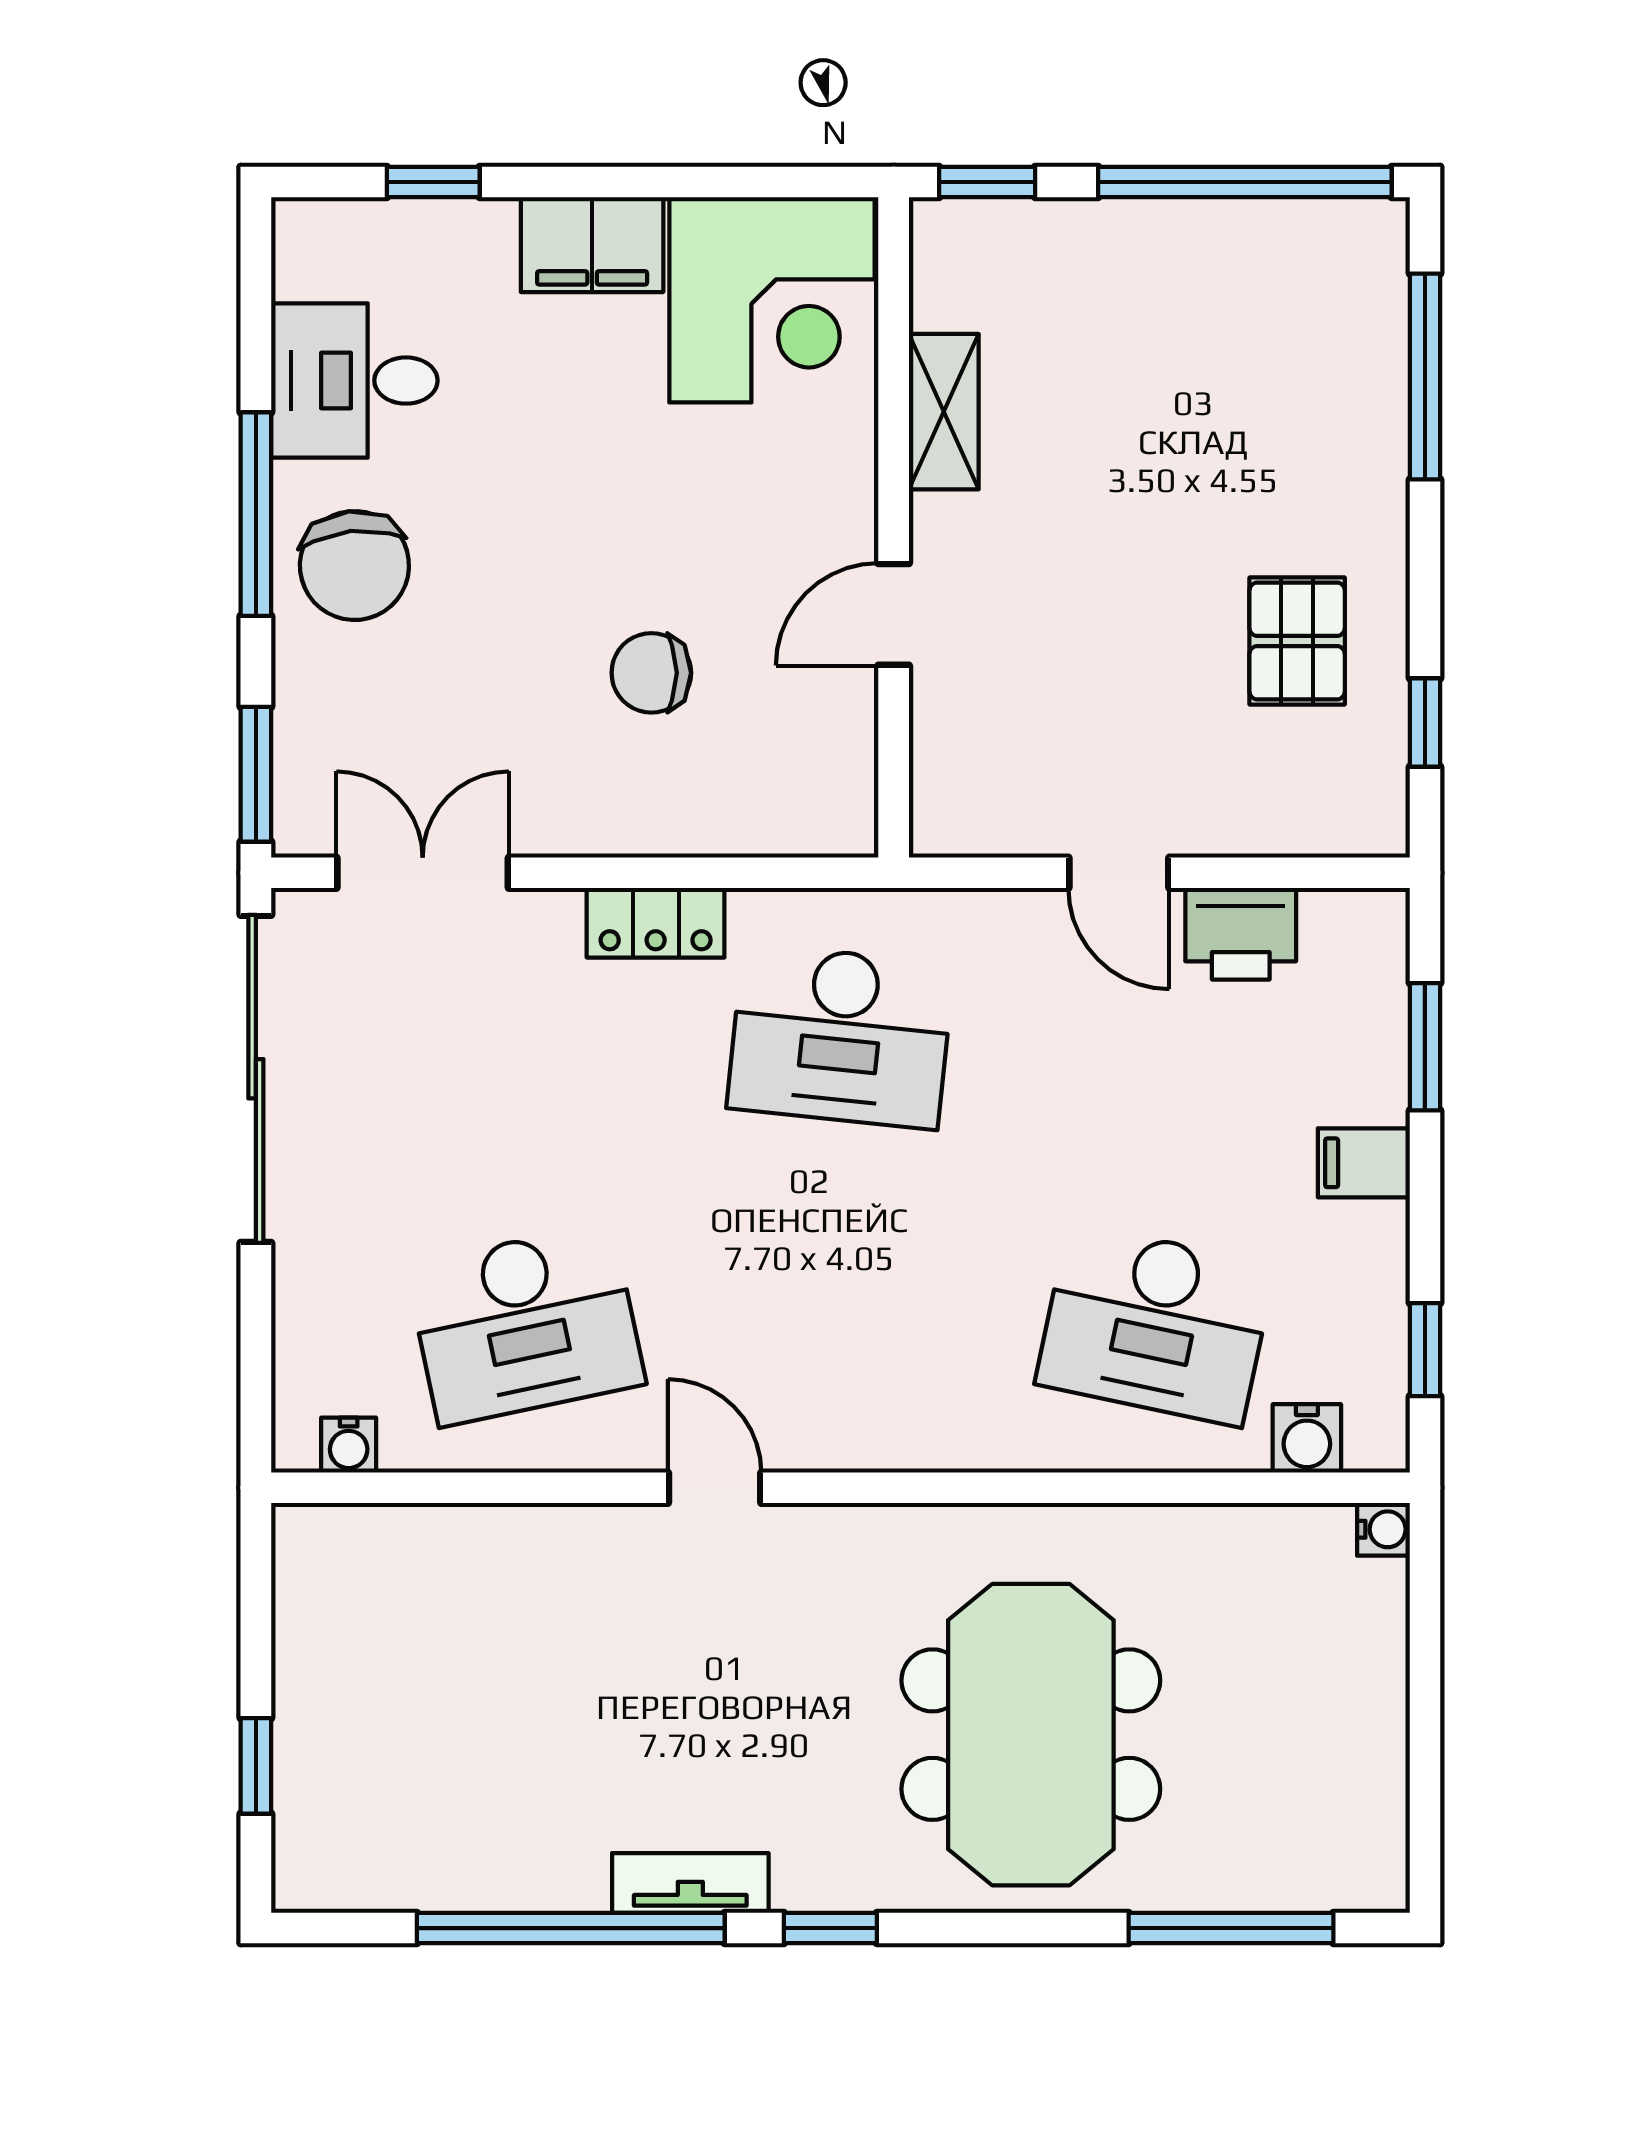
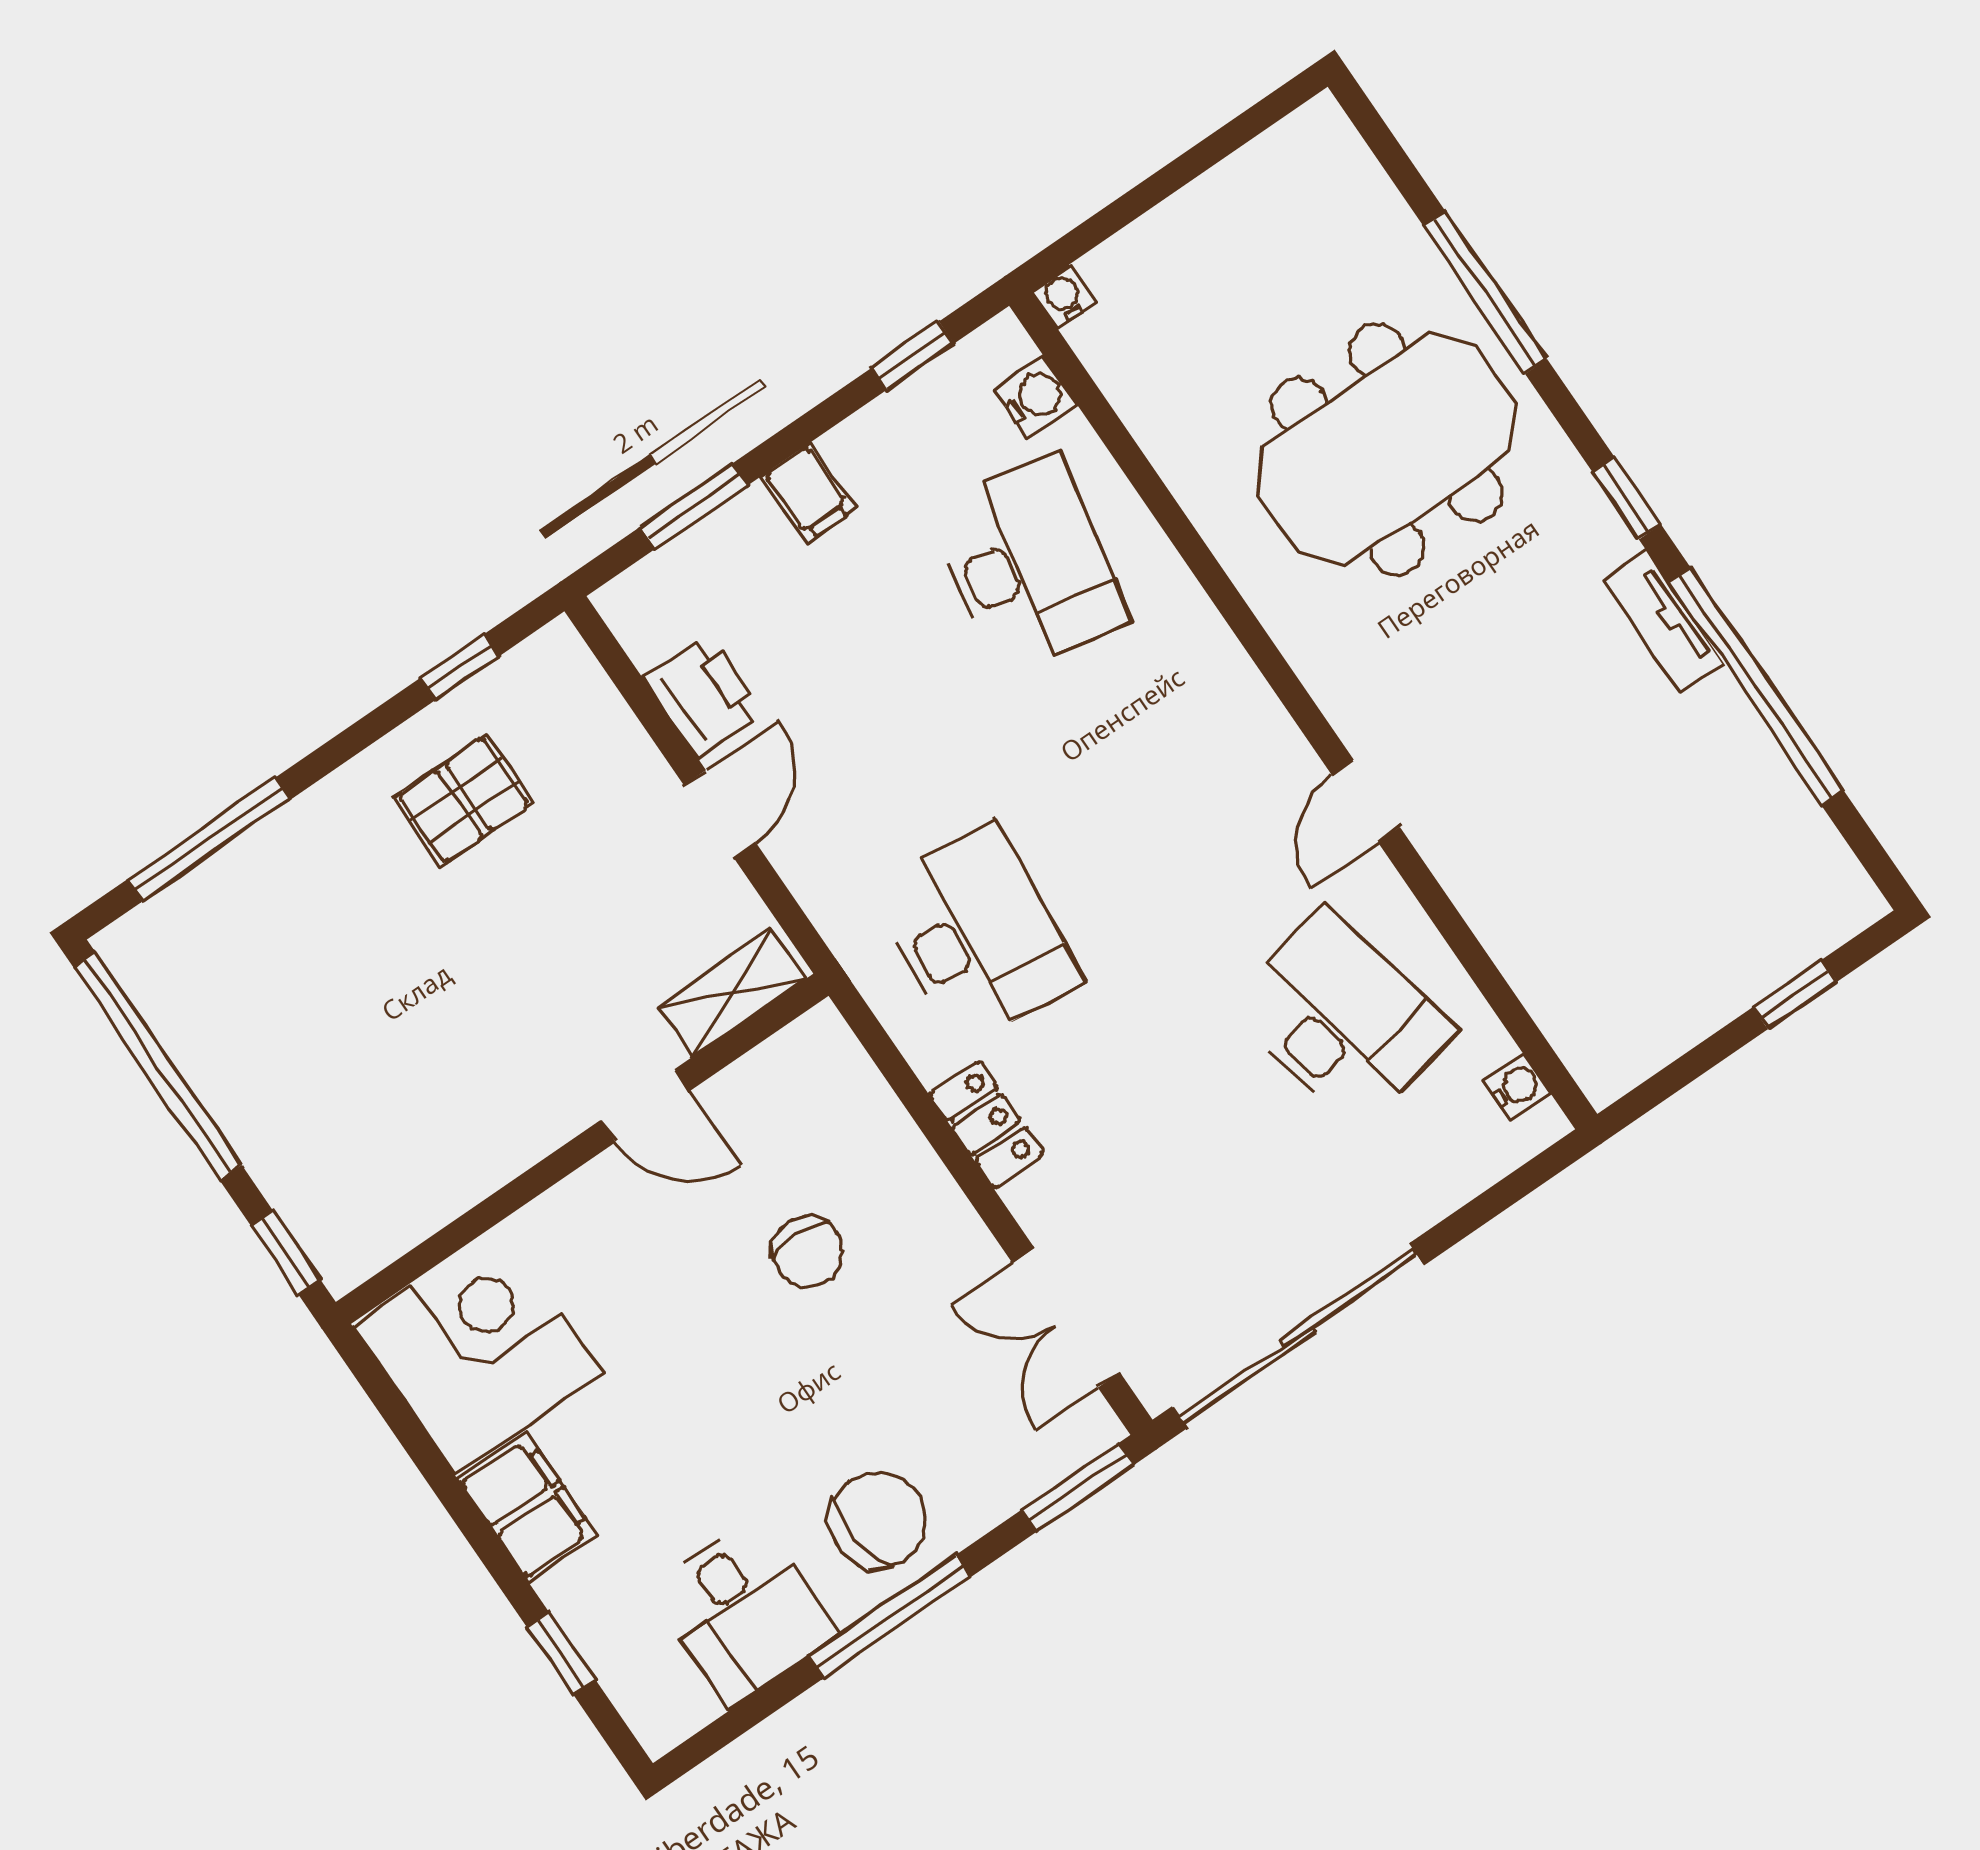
shelving: (944, 412) -> (731, 993), moved
window: (1231, 1928) -> (1485, 292), moved

